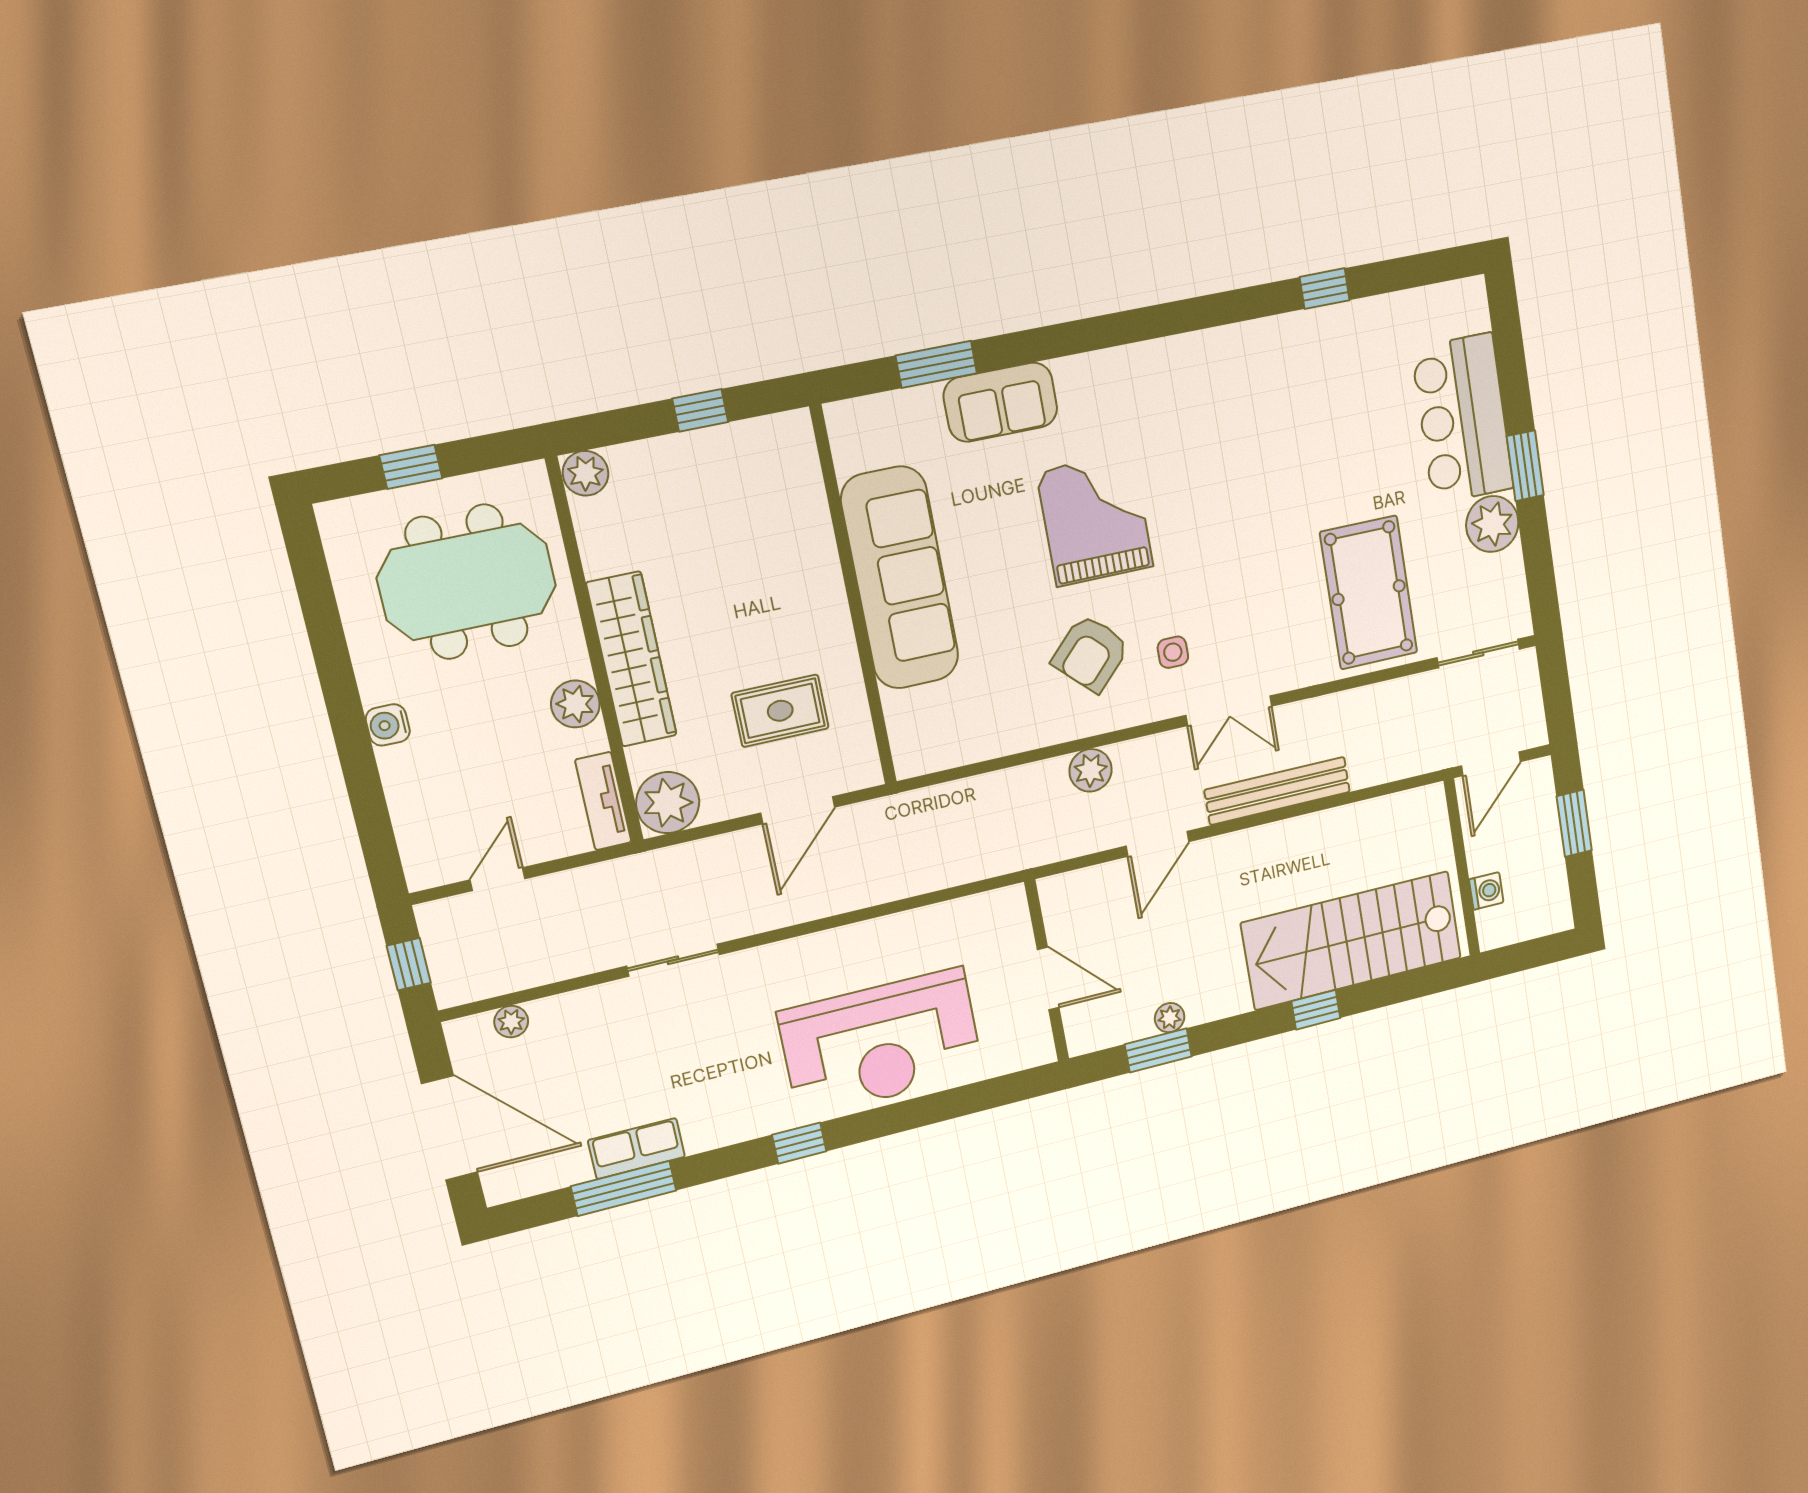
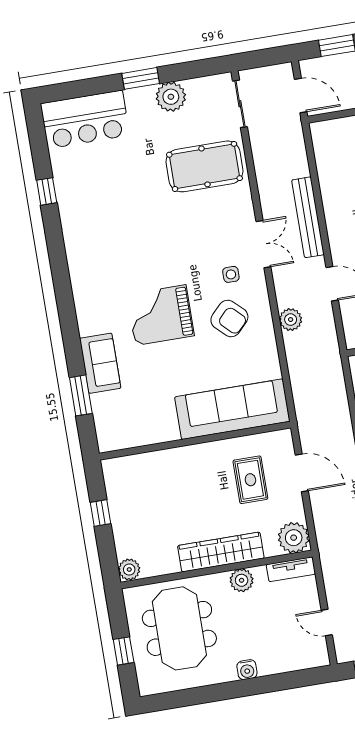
bar counter: (1463, 419) -> (85, 119), moved
sofa: (900, 578) -> (232, 409), moved

